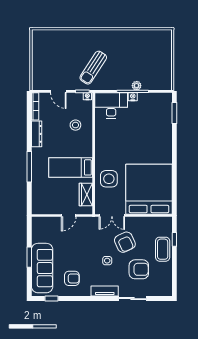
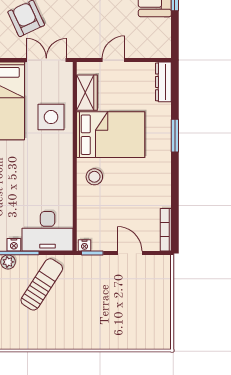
sun lounger: (93, 68) -> (42, 284), moved
stool: (75, 125) -> (94, 177), moved
dresser: (37, 134) -> (163, 82), moved
window: (29, 167) -> (175, 136), width x0.69
bed: (71, 167) -> (111, 135), width x1.50

